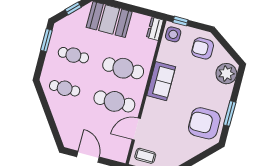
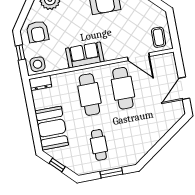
window: (180, 21) -> (20, 52), moved
window: (46, 40) -> (111, 173), moved
cafe table: (65, 88) -> (132, 139), removed

